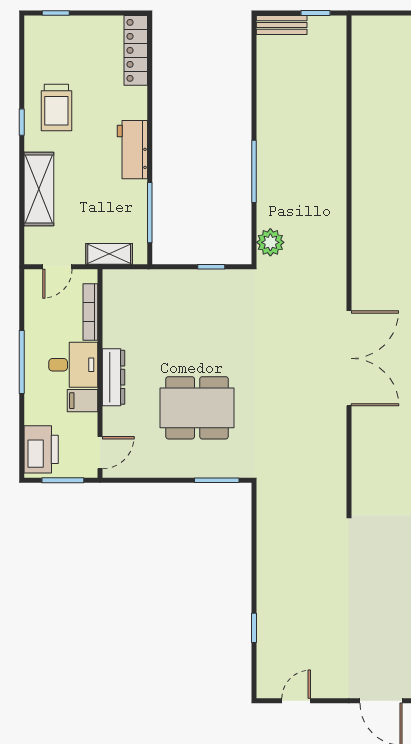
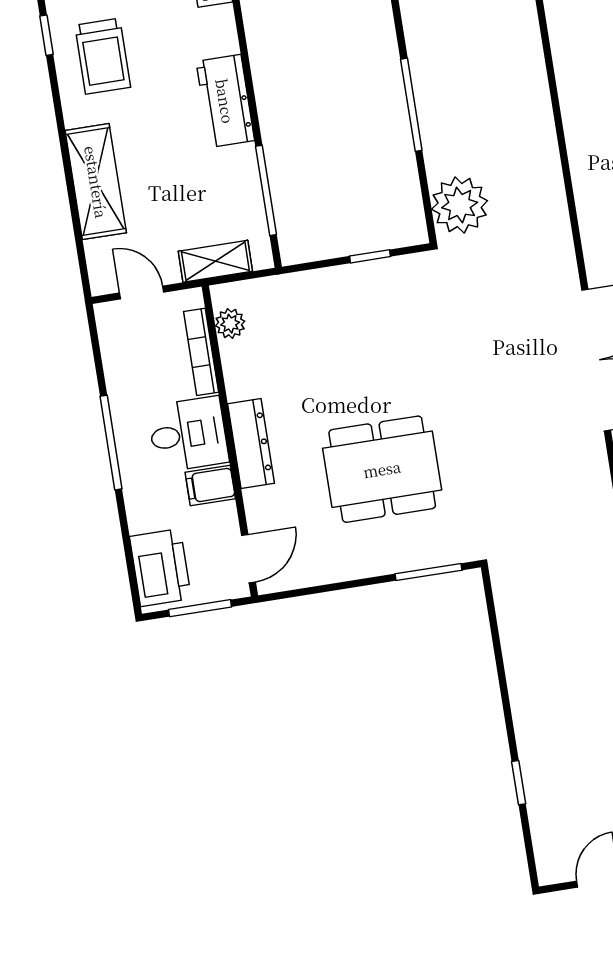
window: (22, 122) -> (46, 35), moved
plant: (270, 242) -> (460, 205), width x1.36, depth x1.36
door: (57, 267) -> (142, 293), swing flipped
plant: (112, 296) -> (230, 324), added

